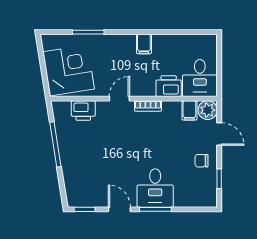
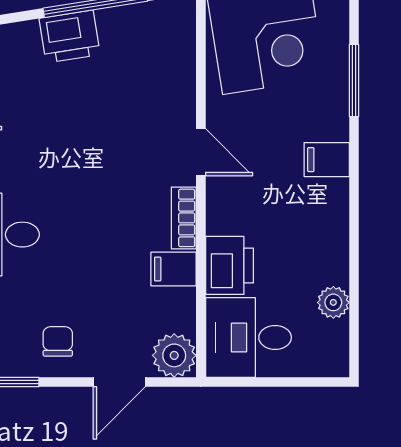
plant: (185, 41) -> (333, 302), added
filing cabinet: (144, 44) -> (327, 160), moved
printer: (83, 110) -> (70, 36), moved, turned -99
filing cabinet: (189, 110) -> (173, 269), moved

